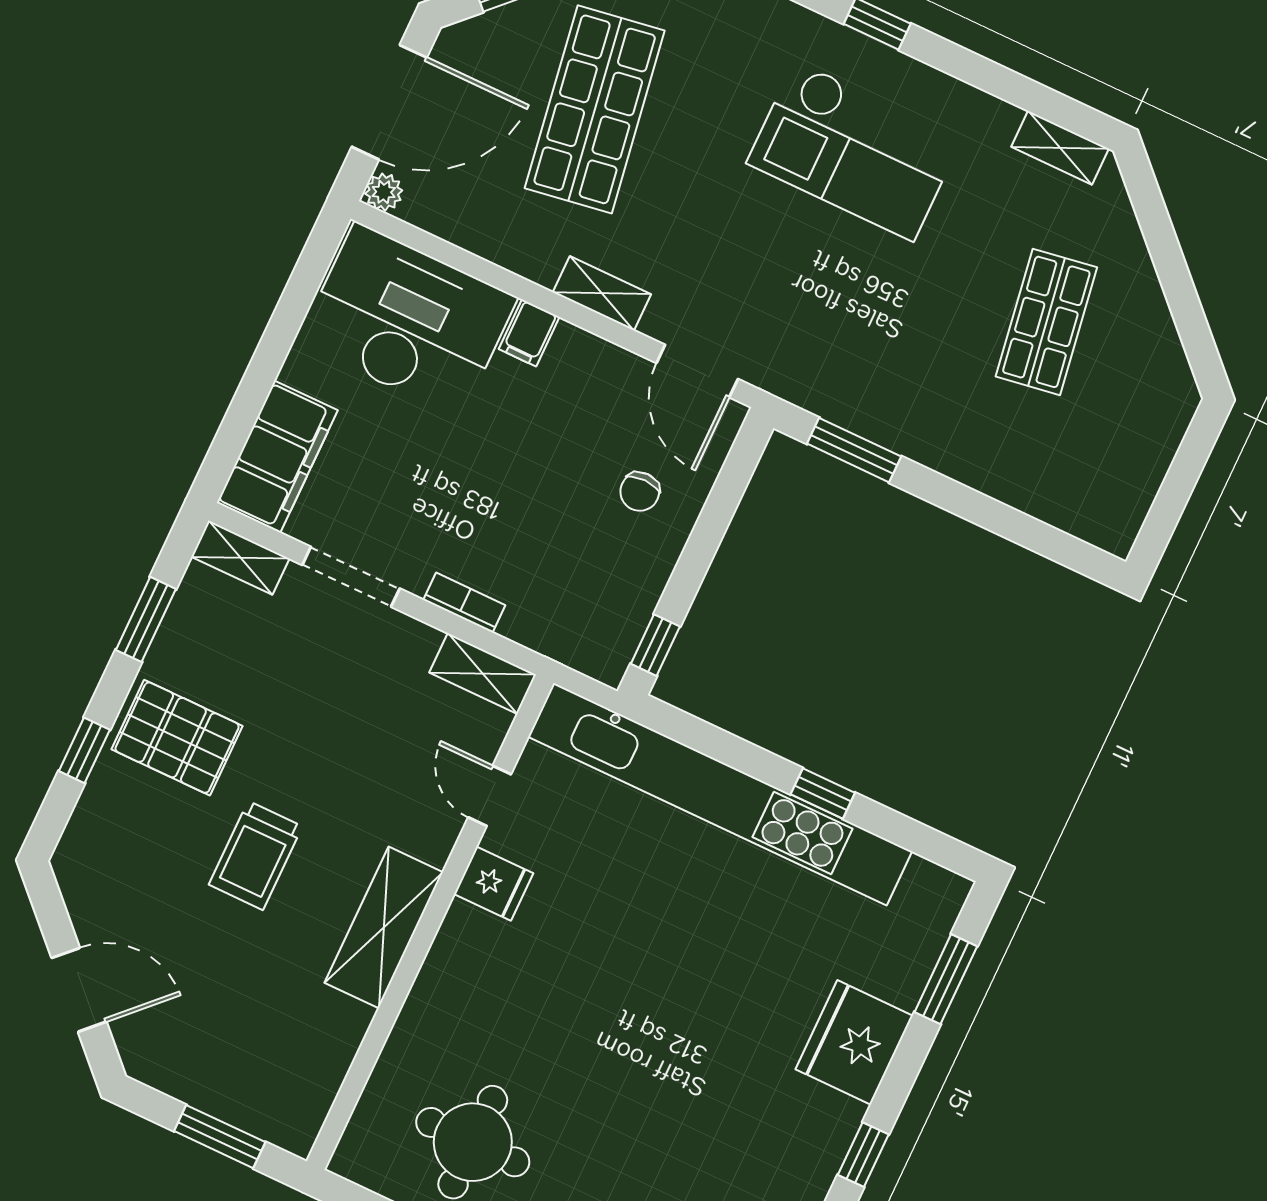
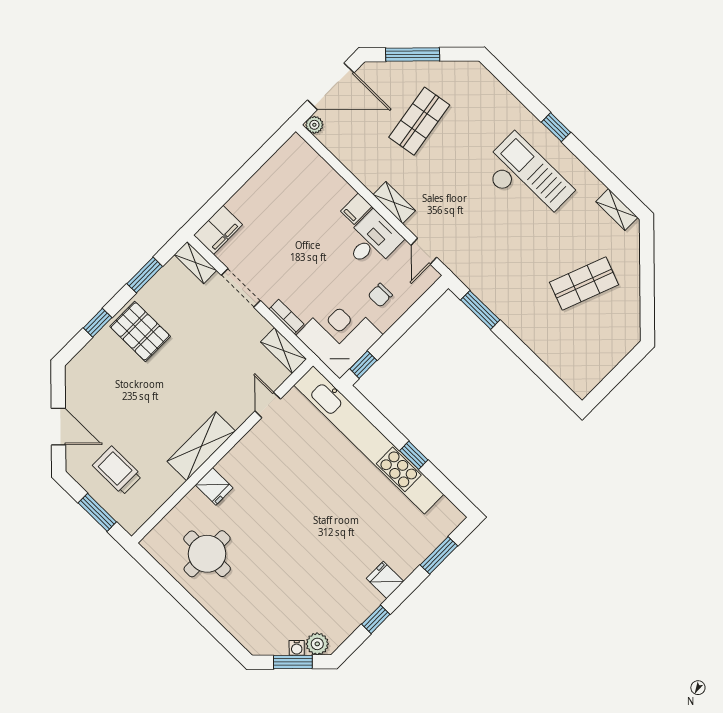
shop shelf: (595, 109) -> (419, 121), width x0.70, depth x0.74
checkout: (854, 151) -> (526, 179), turned 180
desk: (408, 320) -> (372, 241), moved, width x0.53, depth x0.77
shop shelf: (1046, 322) -> (584, 284), turned 30
door: (697, 371) -> (424, 251), width x0.73
filing cabinet: (277, 457) -> (218, 230), width x0.67, depth x0.86
corner desk: (585, 602) -> (339, 335), added
trolley: (256, 855) -> (117, 471), moved, turned 90
fridge: (494, 884) -> (214, 486), moved
fridge: (854, 1042) -> (385, 580), width x0.53, depth x0.75

